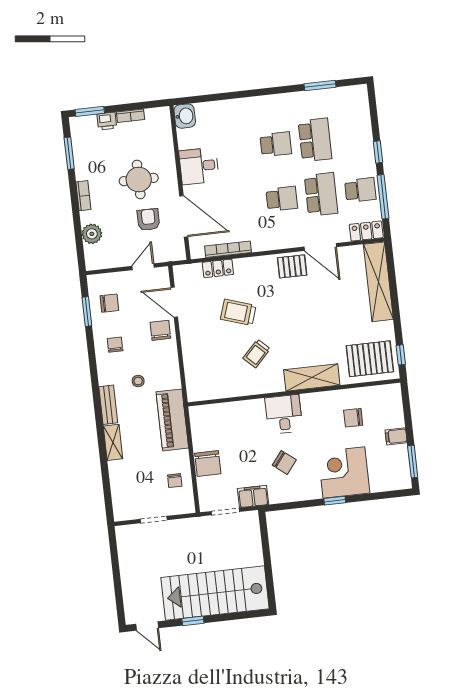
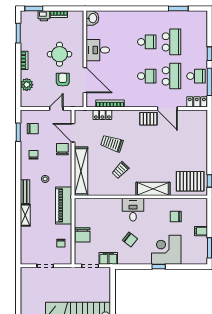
shelving: (378, 282) -> (81, 171), moved

